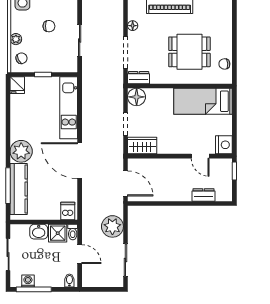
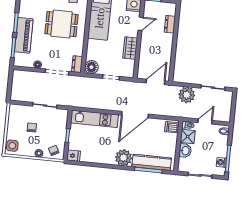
dining table: (189, 52) -> (61, 24), turned 90
wardrobe: (142, 146) -> (130, 48), moved

